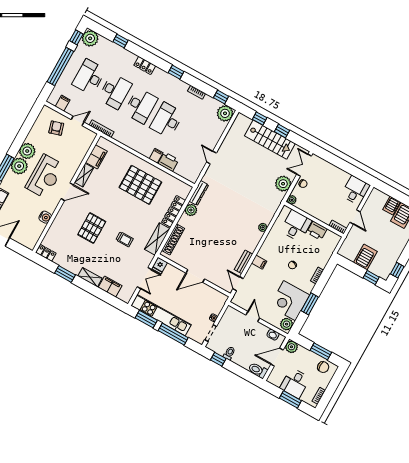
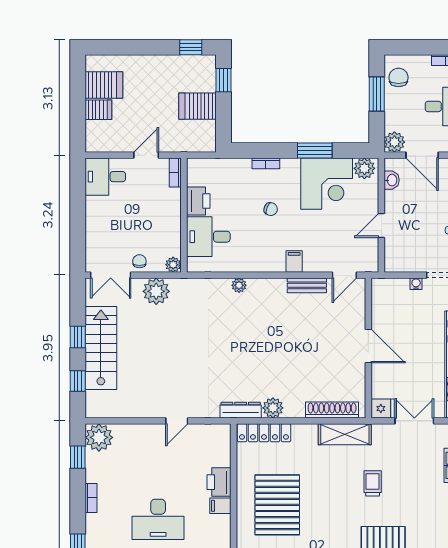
locker: (174, 211) -> (264, 433), moved

